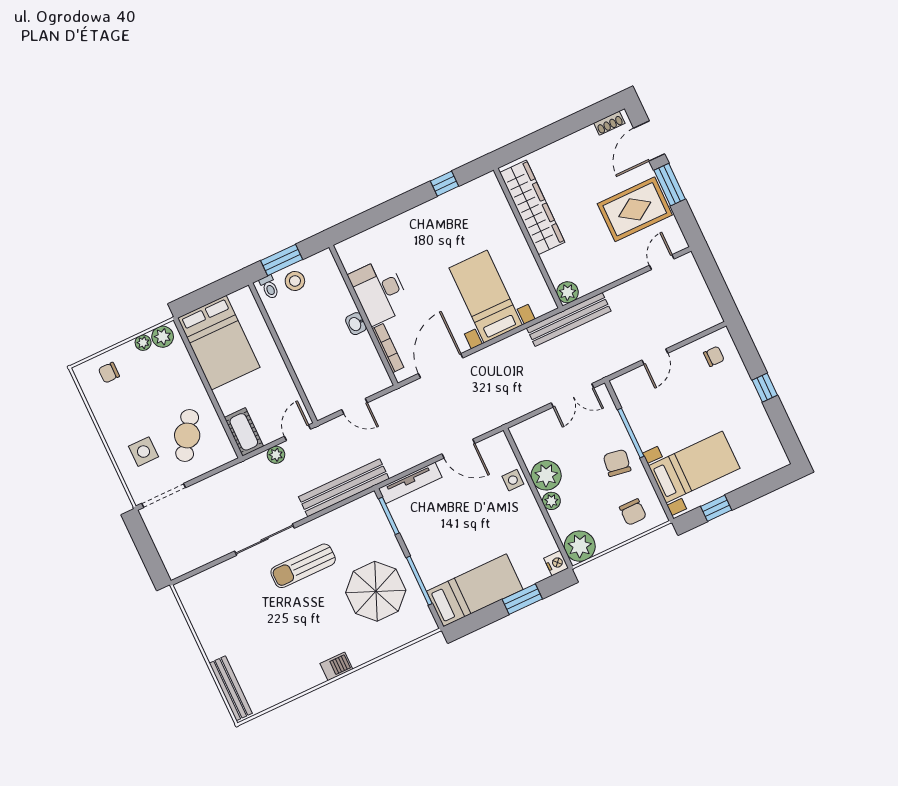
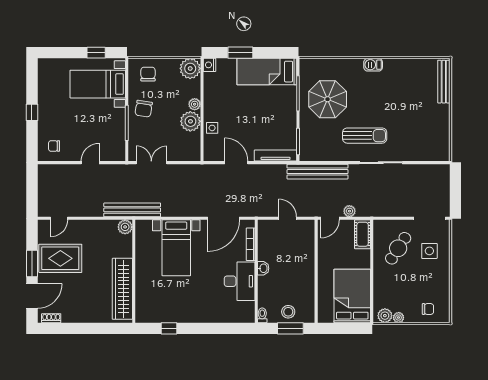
toilet: (269, 287) -> (262, 315), moved

